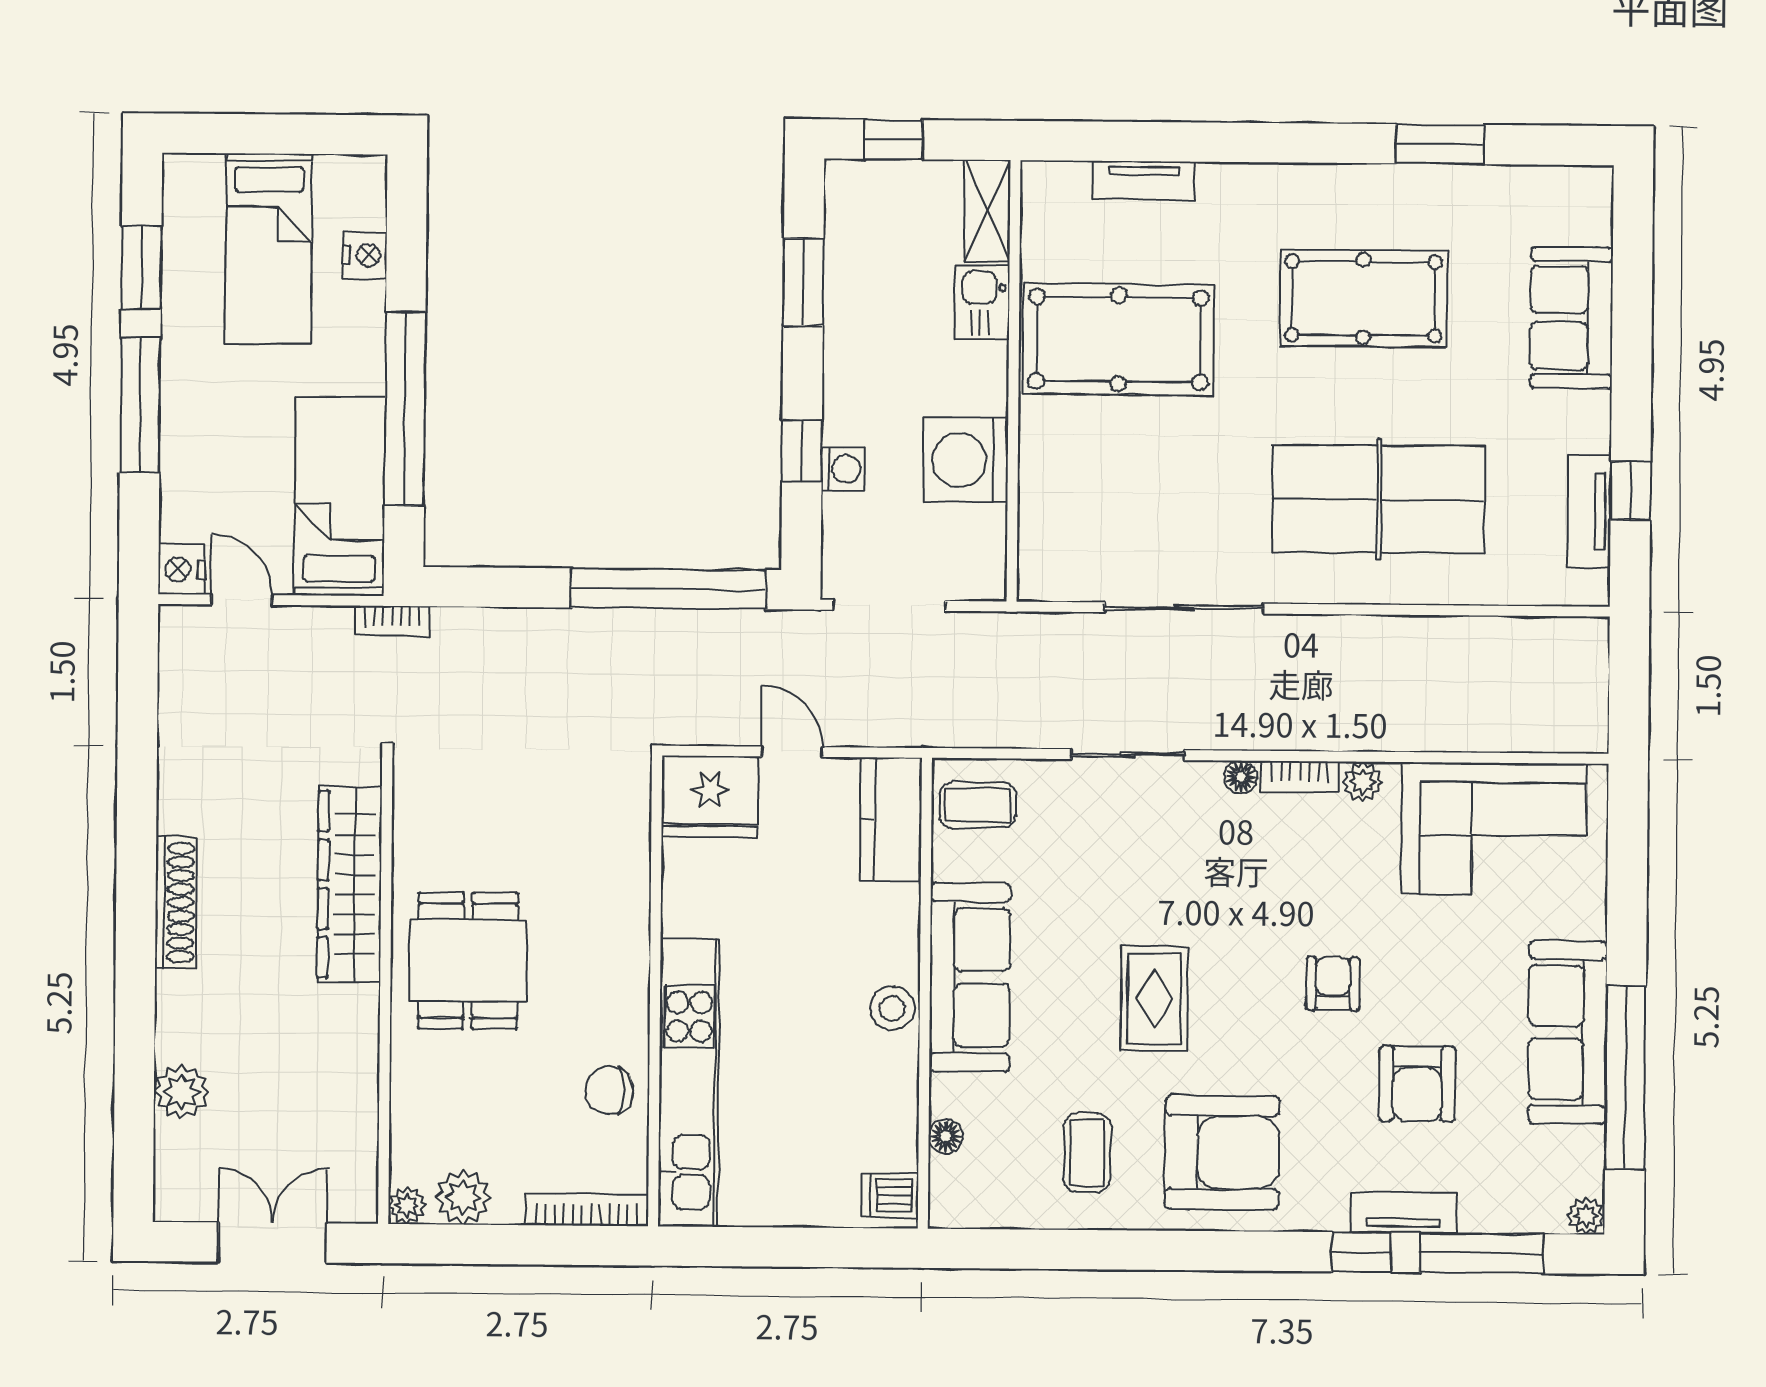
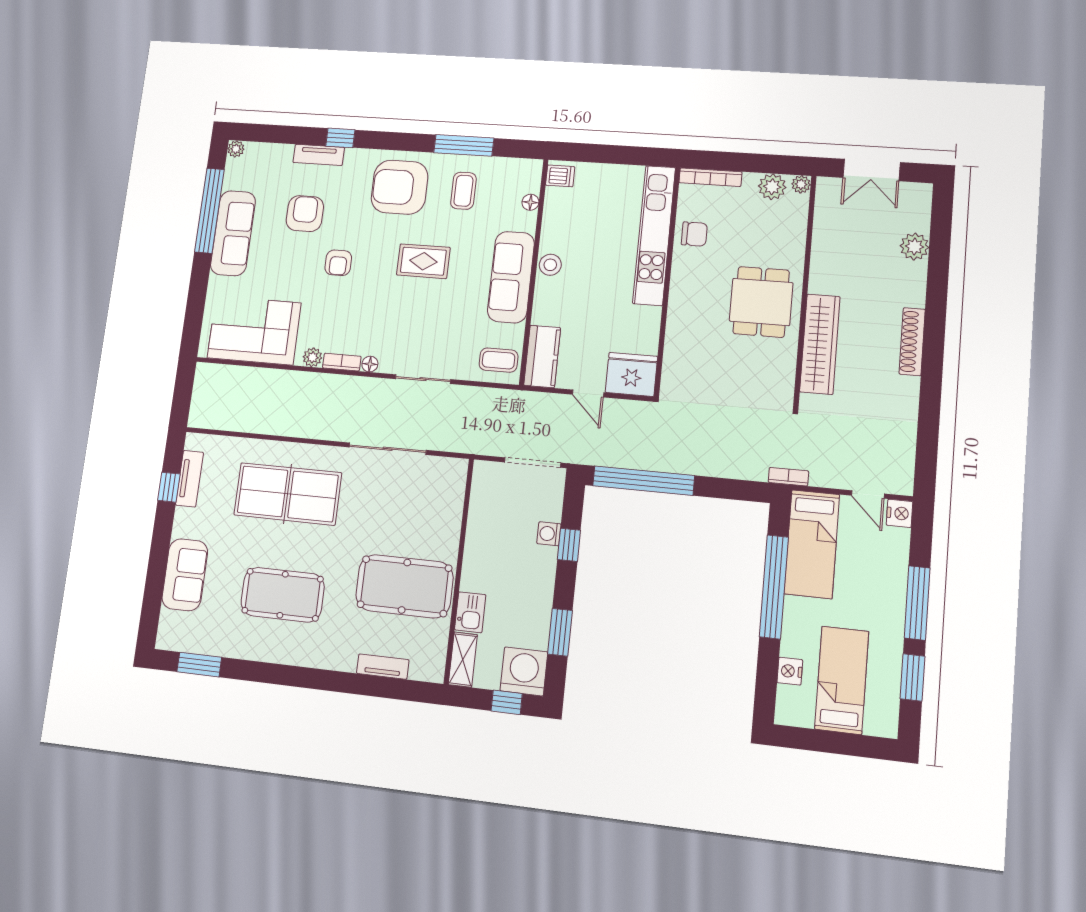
window: (1440, 144) -> (199, 665), moved
washing machine: (966, 460) -> (524, 671), moved, turned -90
rug: (1154, 999) -> (423, 261), turned 90
window: (1481, 1253) -> (464, 145), moved

